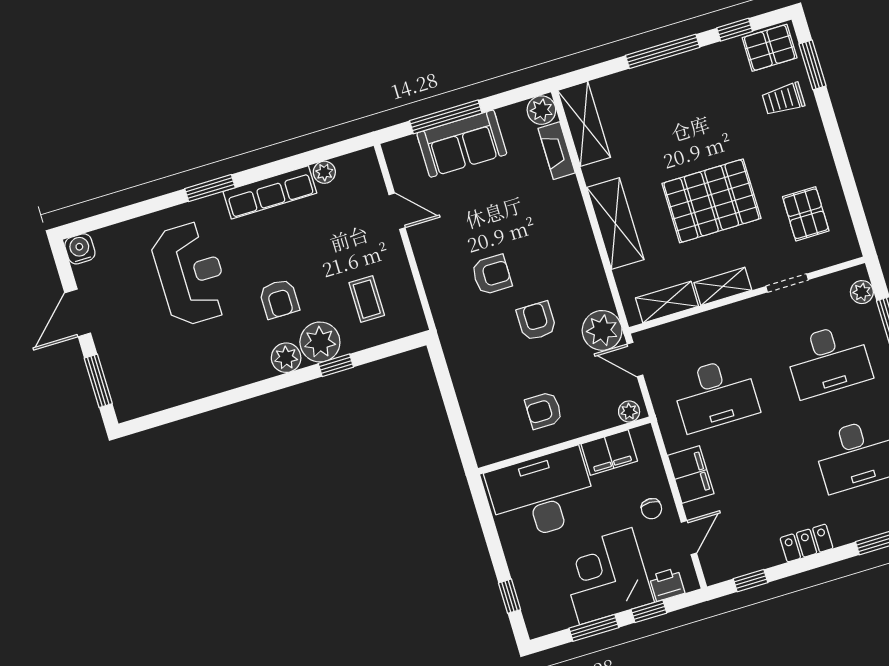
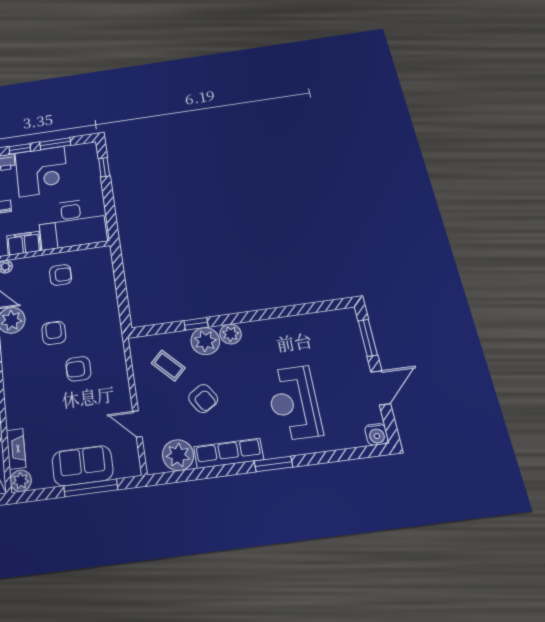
plant: (324, 172) -> (178, 455), width x1.88, depth x1.88
armchair: (279, 299) -> (203, 399), moved, turned 148
coffee table: (367, 299) -> (168, 365), turned -44
armchair: (536, 321) -> (54, 333), turned 180

